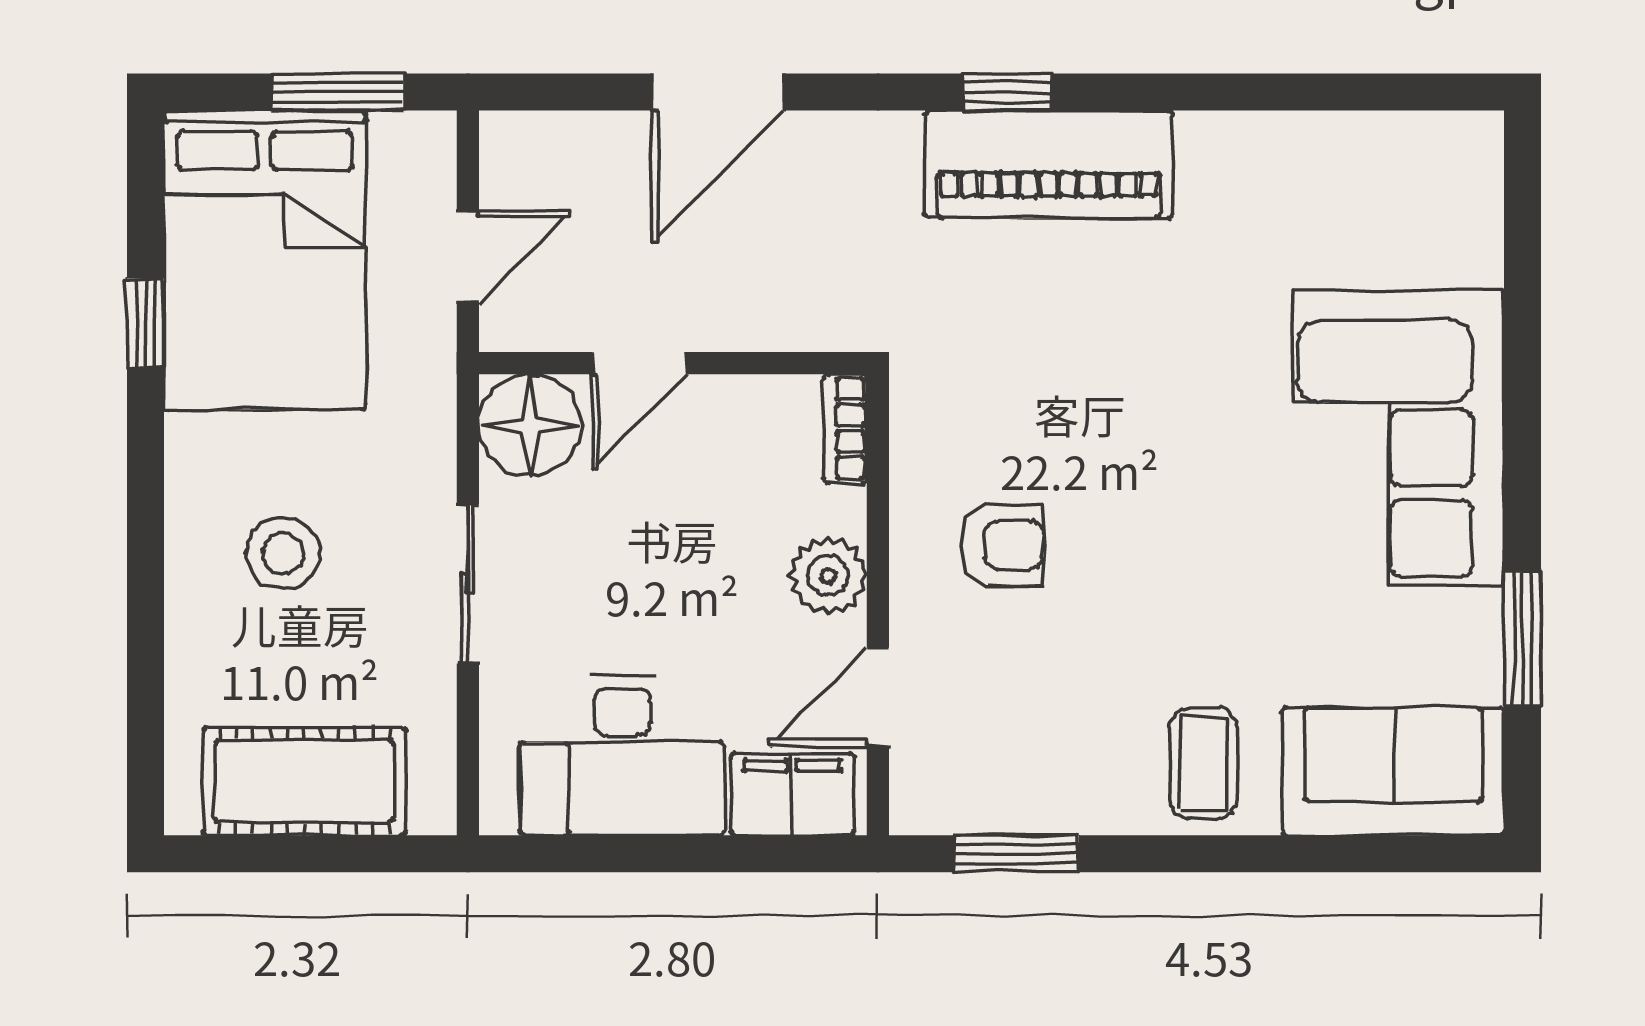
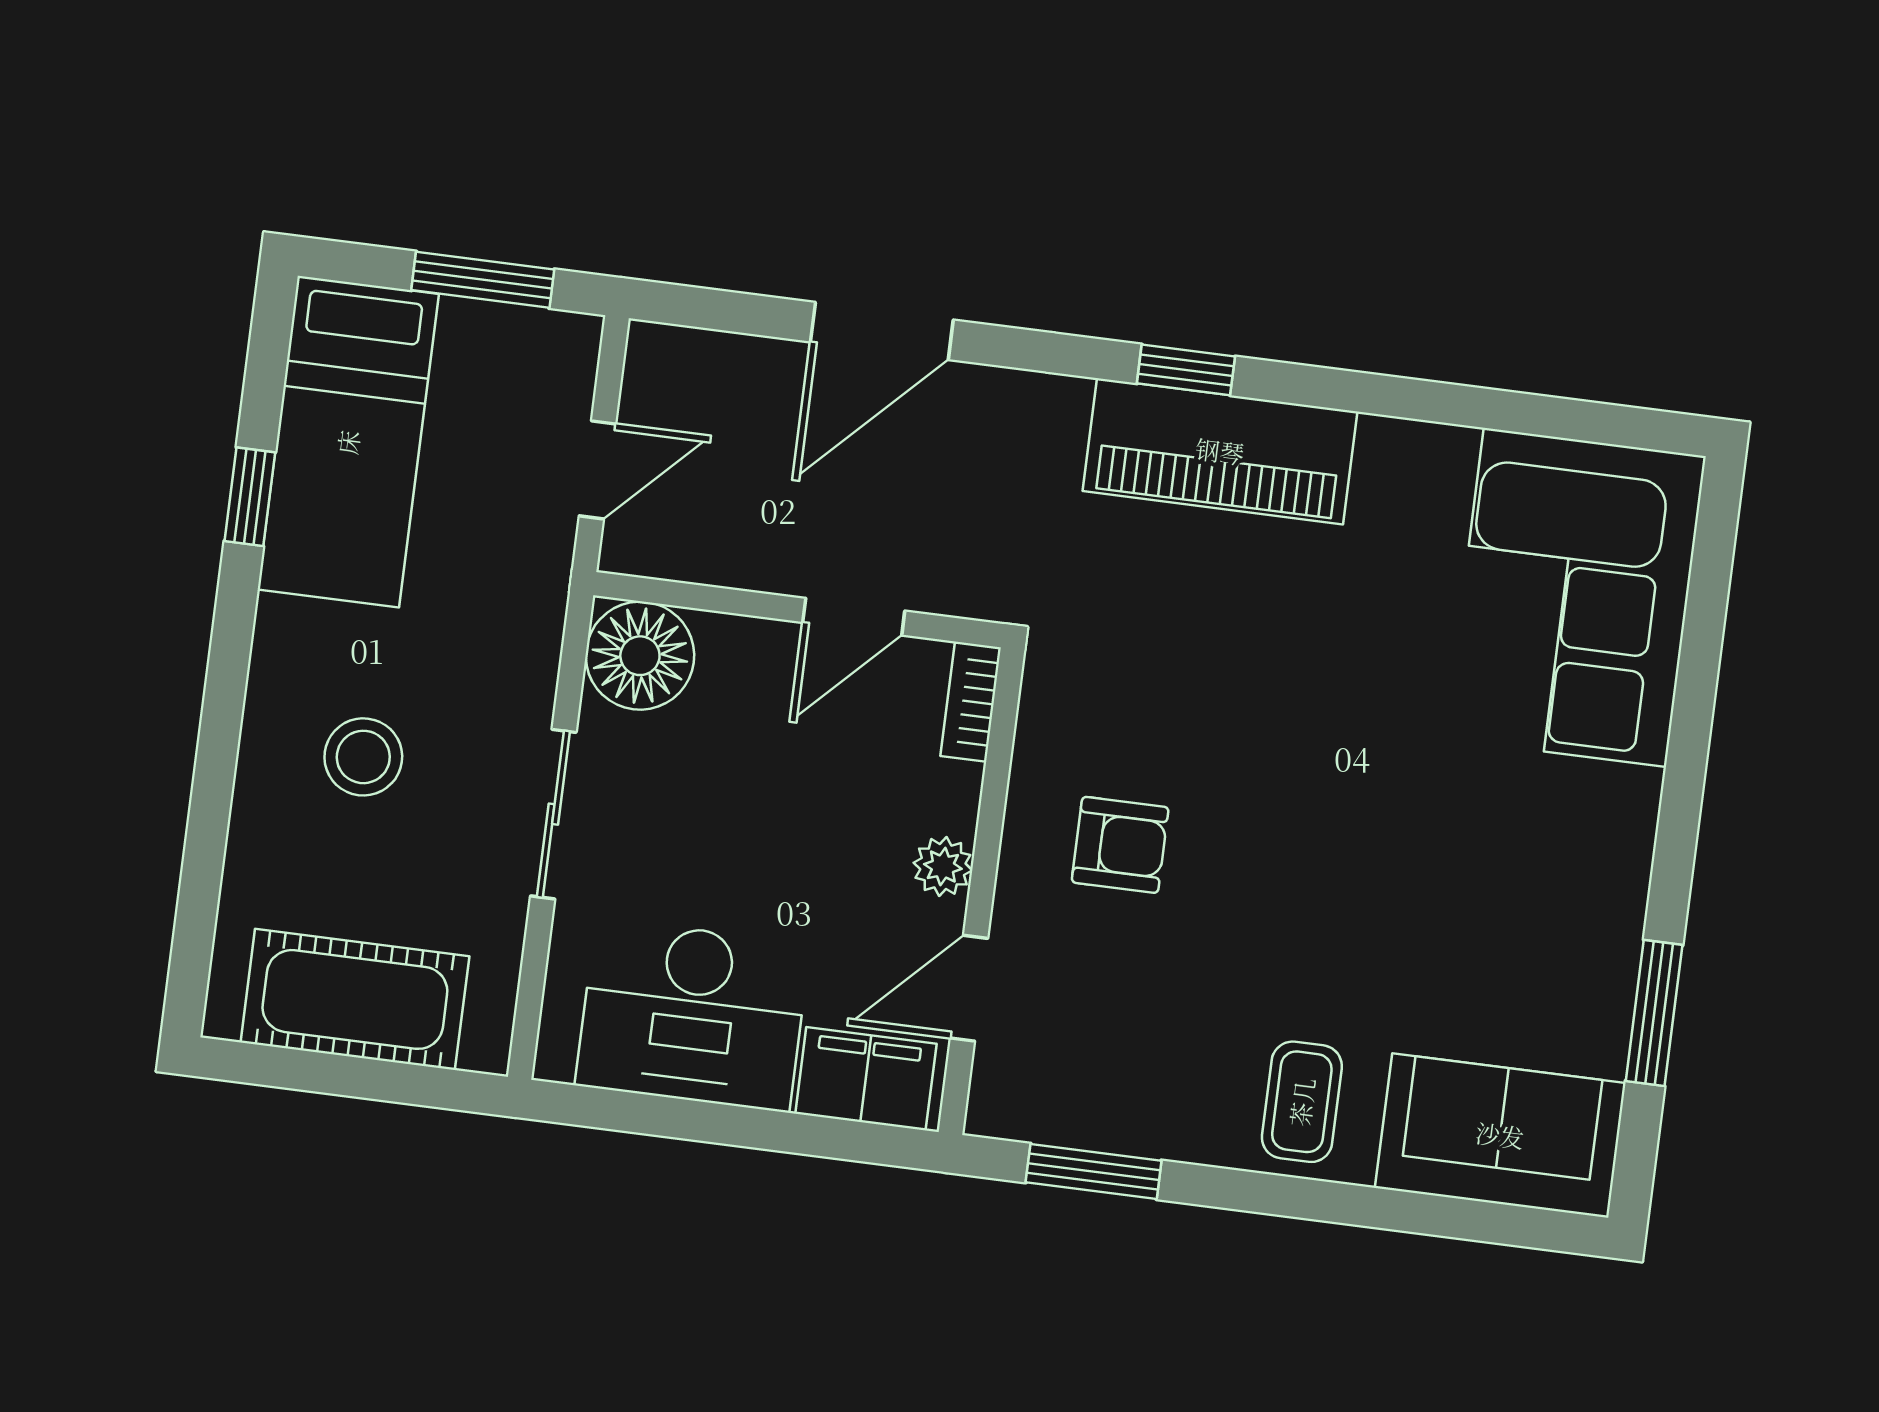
bed: (265, 260) -> (348, 442), width x0.67
door: (639, 363) -> (854, 617), moved
corner sofa: (1399, 438) -> (1575, 597), moved
plant: (828, 576) -> (943, 866), width x0.73, depth x0.73

